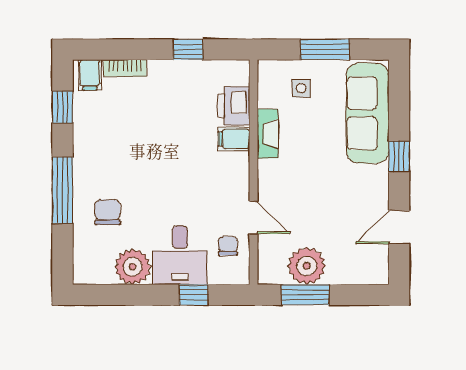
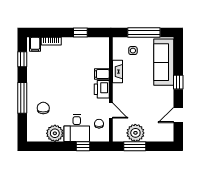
window: (325, 49) -> (144, 33), width x1.44
printer: (234, 106) -> (102, 89), moved

